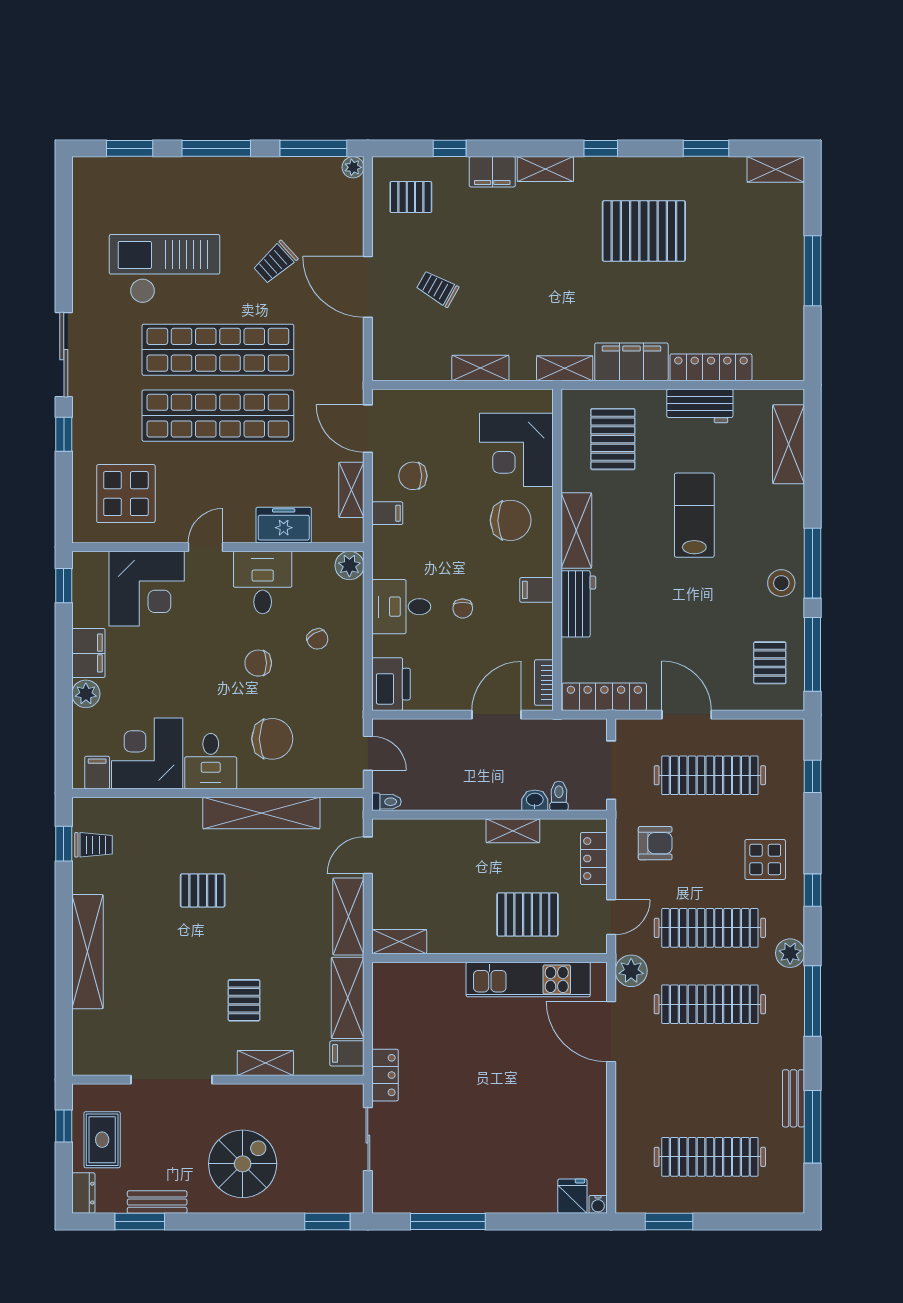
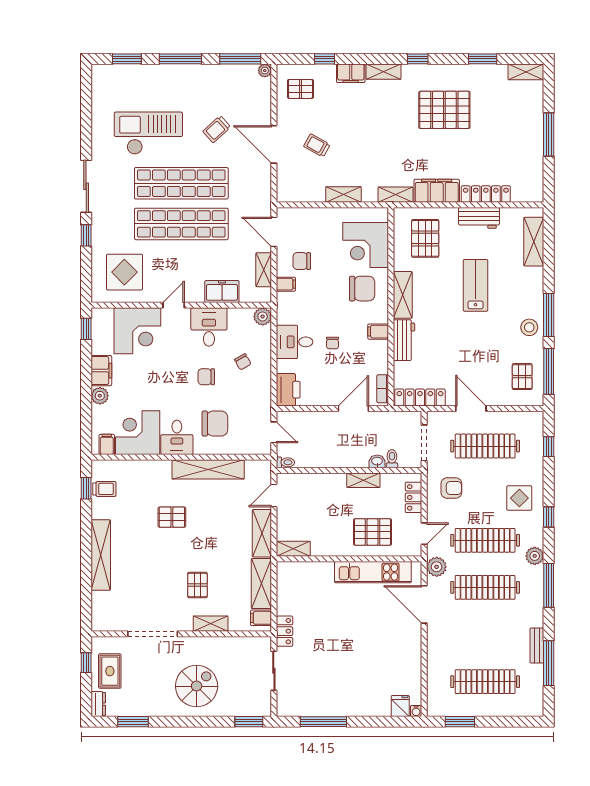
bench: (157, 1202) -> (144, 710), removed

